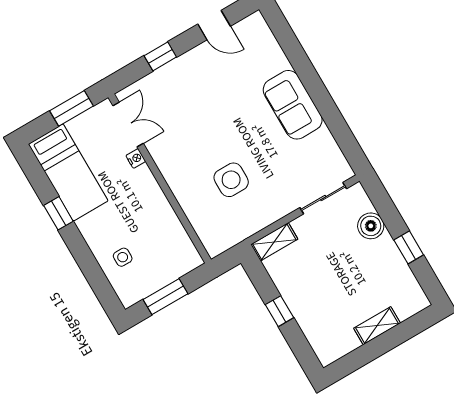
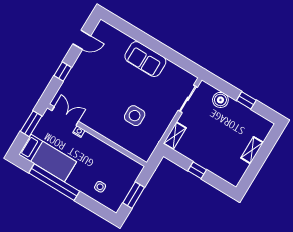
window: (58, 213) -> (54, 182), width x3.17

